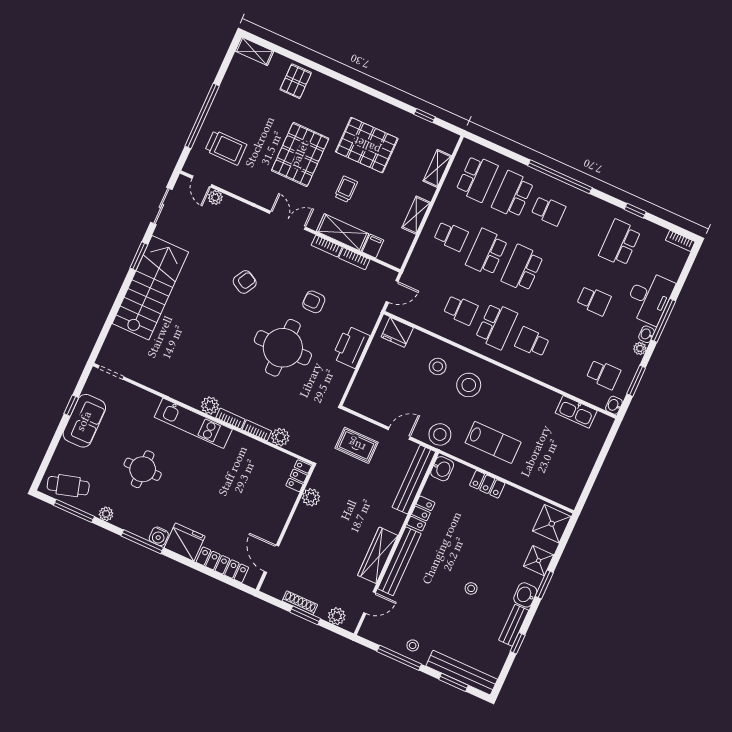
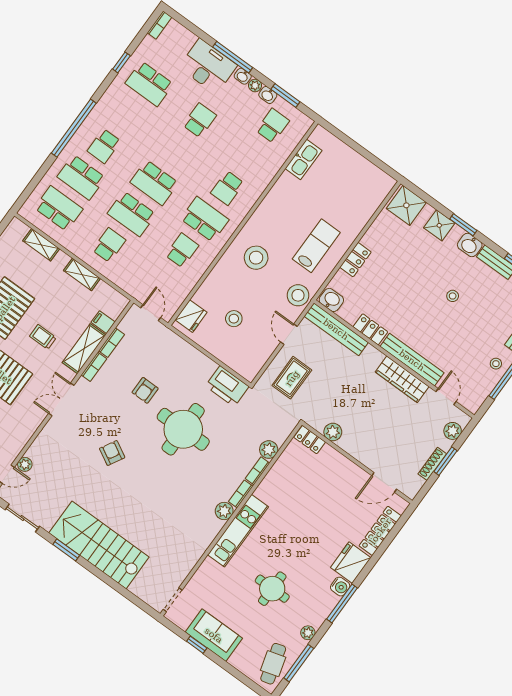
school desk: (548, 211) -> (104, 146), turned 180
printer: (351, 347) -> (227, 386), moved
stool: (438, 366) -> (234, 319), moved
washbasin: (614, 405) -> (268, 95), moved

